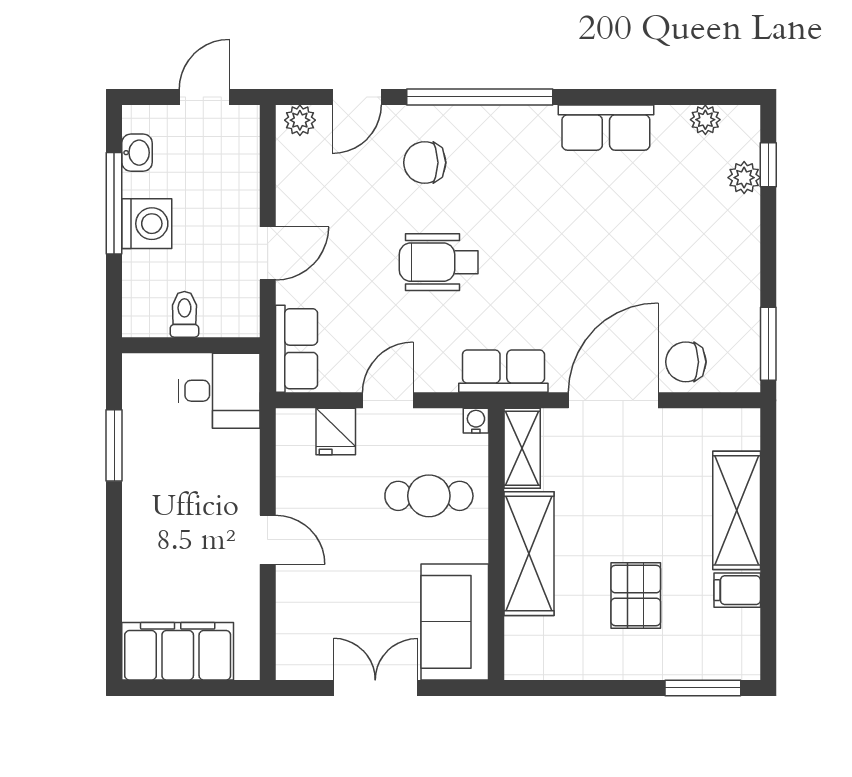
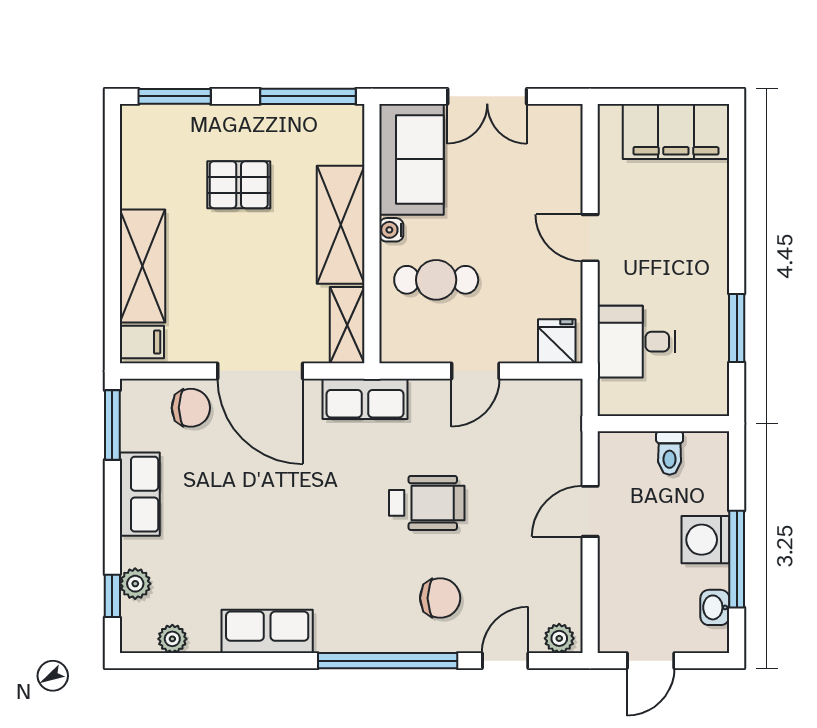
row of seats: (296, 349) -> (140, 494), moved, turned 180
desk: (219, 391) -> (636, 342), moved
door: (613, 400) -> (260, 371), hinge flipped
water cooler: (476, 421) -> (391, 230), moved, turned 90
fridge: (336, 432) -> (557, 341), moved
filing cabinet: (737, 590) -> (142, 342), moved
pallet: (636, 595) -> (239, 185), turned 90
window: (563, 688) -> (308, 96), added

